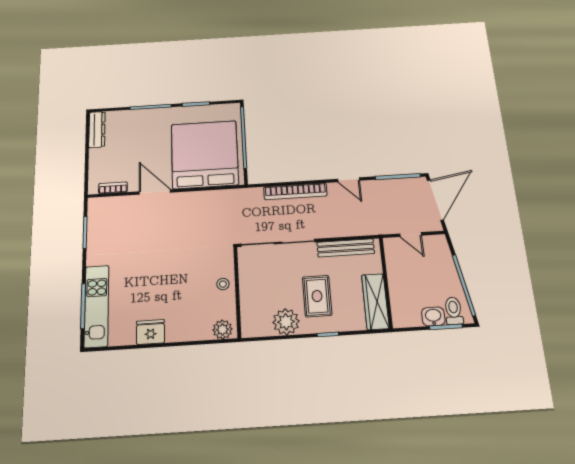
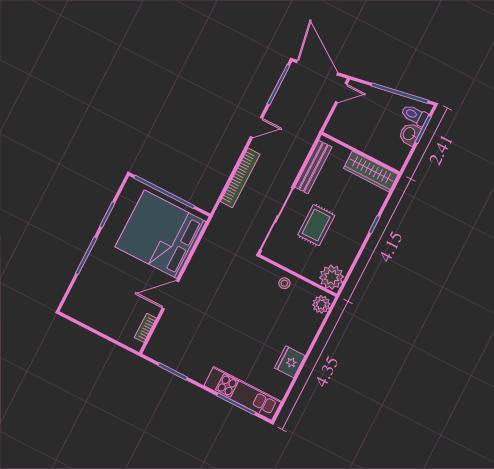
dresser: (97, 130) -> (81, 314), removed
door: (411, 235) -> (341, 93), moved
rug: (317, 296) -> (316, 225), moved, turned 90
plant: (286, 322) -> (332, 277), moved

